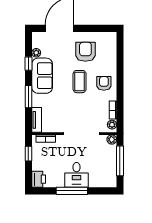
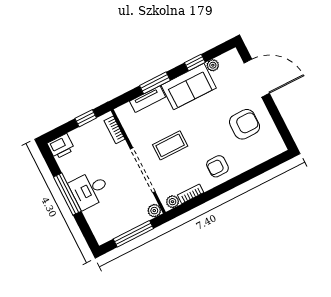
coffee table: (80, 82) -> (170, 145), moved
armchair: (104, 83) -> (217, 166), turned 180
tv unit: (37, 120) -> (148, 99), moved

